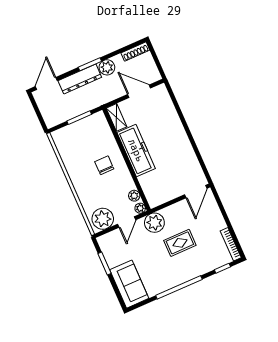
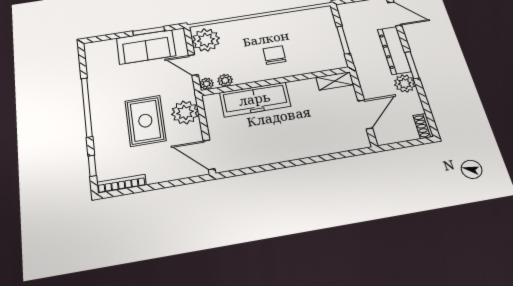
shoe rack: (135, 52) -> (423, 126), width x0.70
freezer: (136, 150) -> (255, 99), moved
chair: (104, 165) -> (274, 55), turned -90
plant: (154, 223) -> (185, 112), moved
rug: (180, 243) -> (145, 121), width x1.36, depth x1.43
sofa: (129, 284) -> (146, 47), moved

